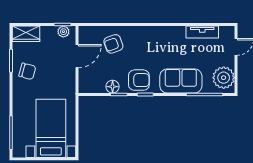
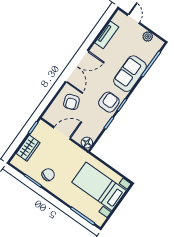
double door: (152, 25) -> (77, 66), added
plant: (63, 32) -> (39, 130), removed
wardrobe: (26, 34) -> (28, 148), moved
door: (77, 56) -> (62, 133), hinge flipped
plant: (224, 78) -> (148, 37), width x0.53, depth x0.53
floor lamp: (113, 87) -> (87, 143), moved

